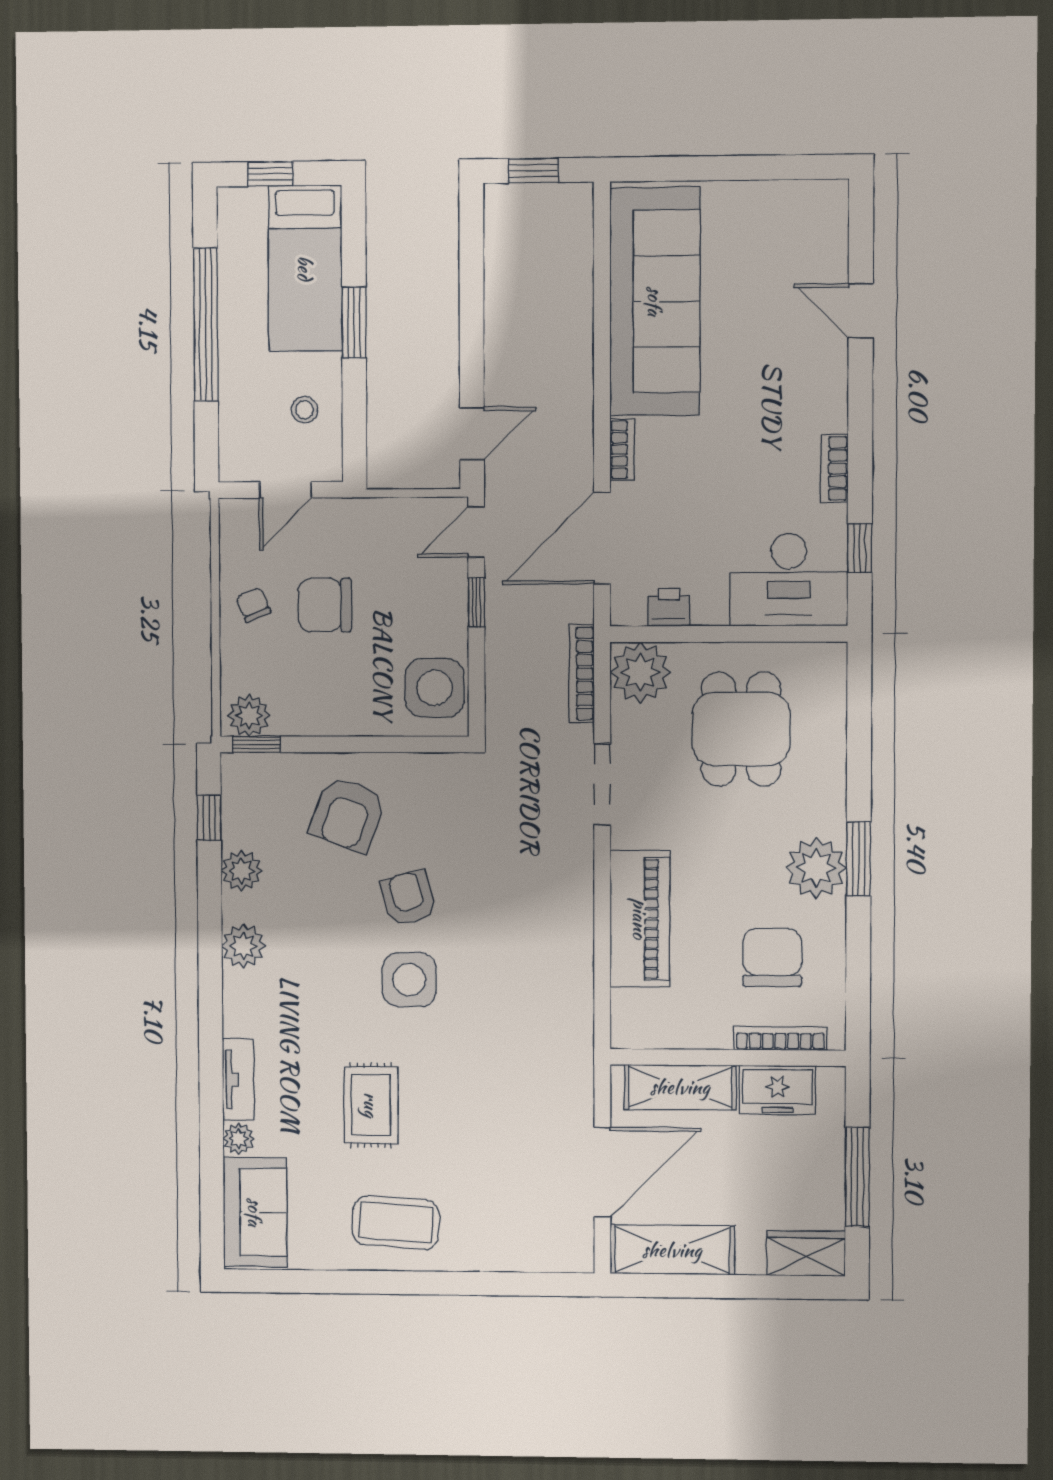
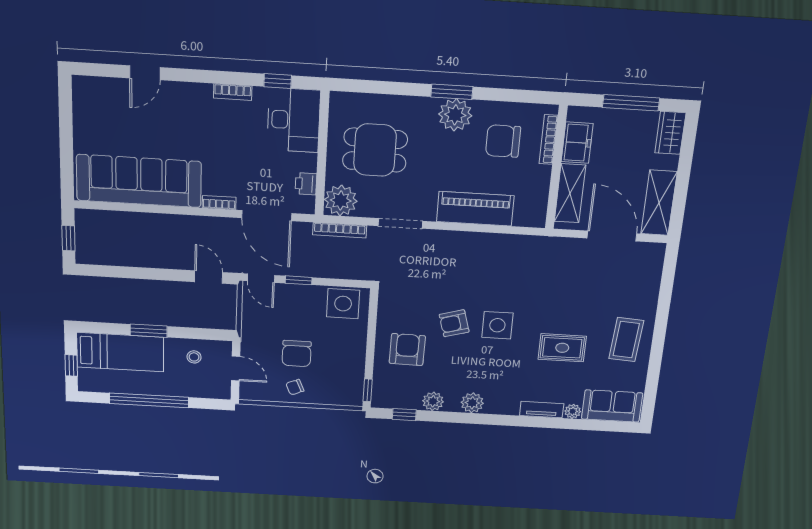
plant: (249, 715) -> (352, 393), removed
armchair: (348, 814) -> (407, 350), turned -109

